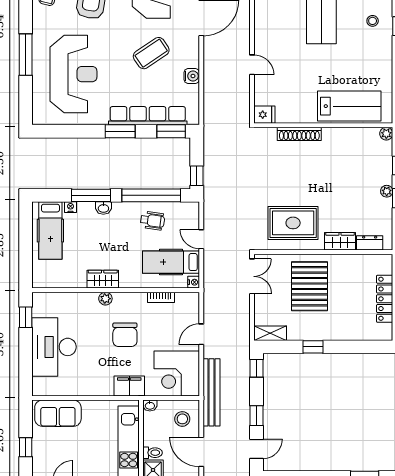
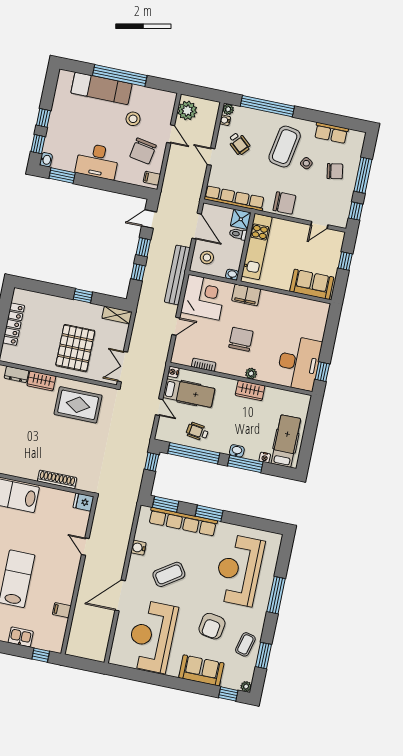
desk: (54, 347) -> (299, 363), moved
window: (256, 368) -> (138, 272), moved

